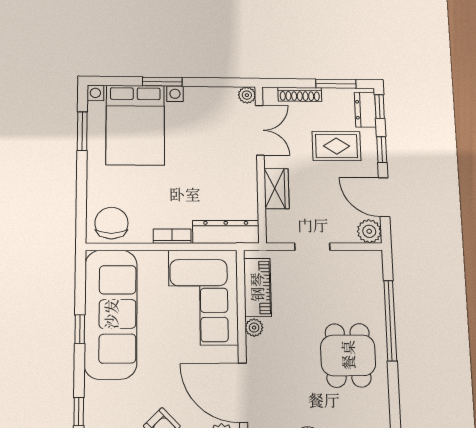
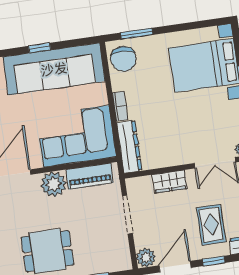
window: (82, 131) -> (137, 34), moved
chair: (111, 223) -> (123, 59), turned 90
doorway: (312, 247) -> (127, 215), width x1.38
plant: (254, 328) -> (54, 184), width x1.87, depth x1.87

